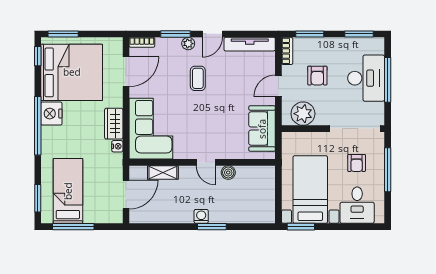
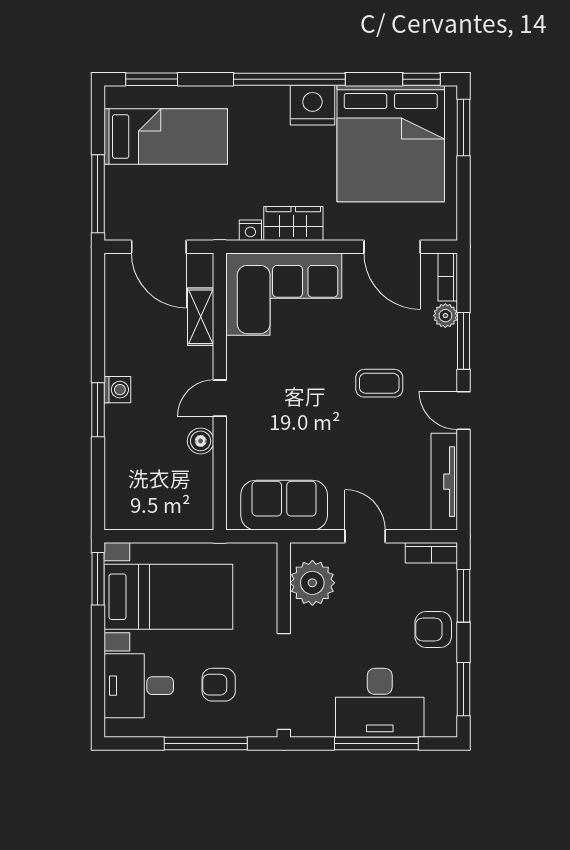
plant: (188, 44) -> (445, 316), moved
armchair: (317, 76) -> (433, 629), moved
window: (73, 227) -> (98, 194), moved

